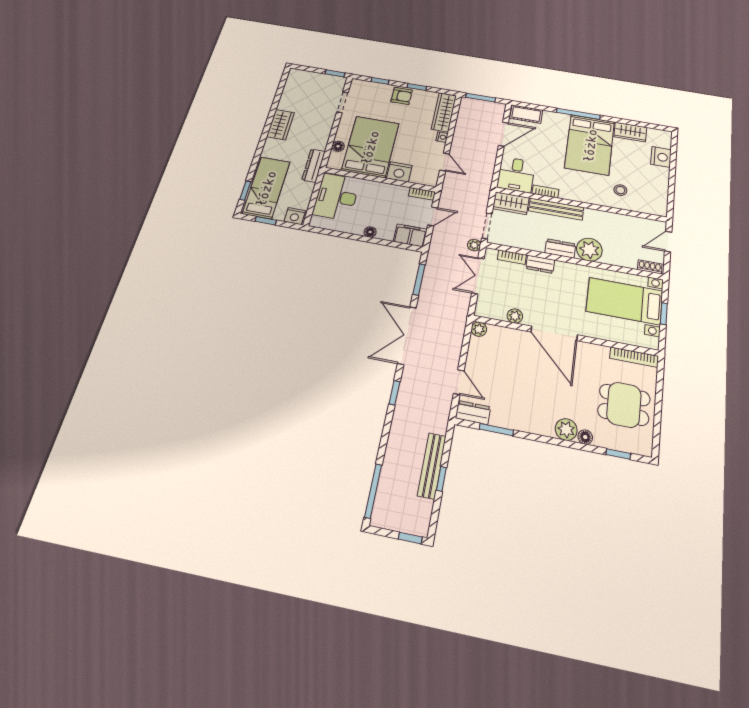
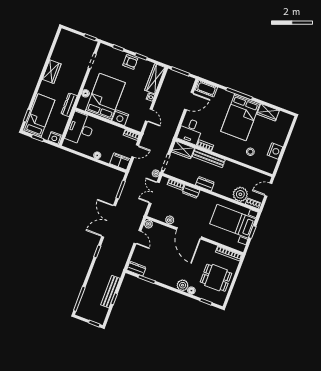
nightstand: (661, 157) -> (275, 151), moved
plant: (589, 250) -> (240, 194), moved
door: (459, 382) -> (137, 237), moved

